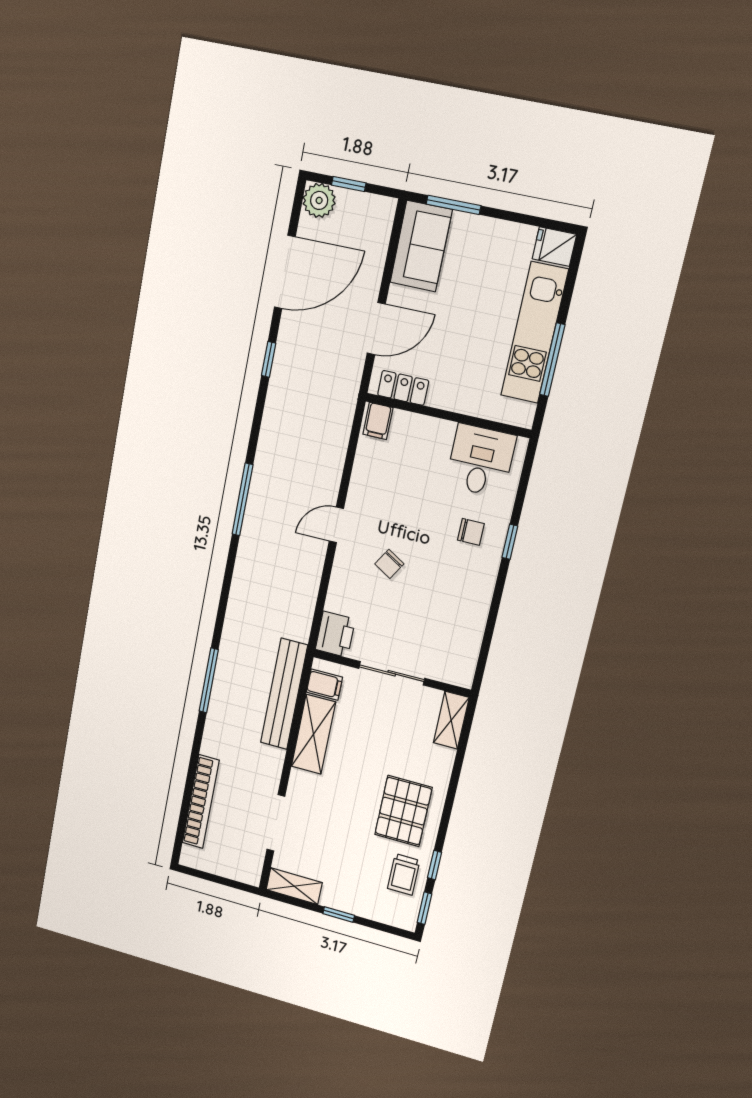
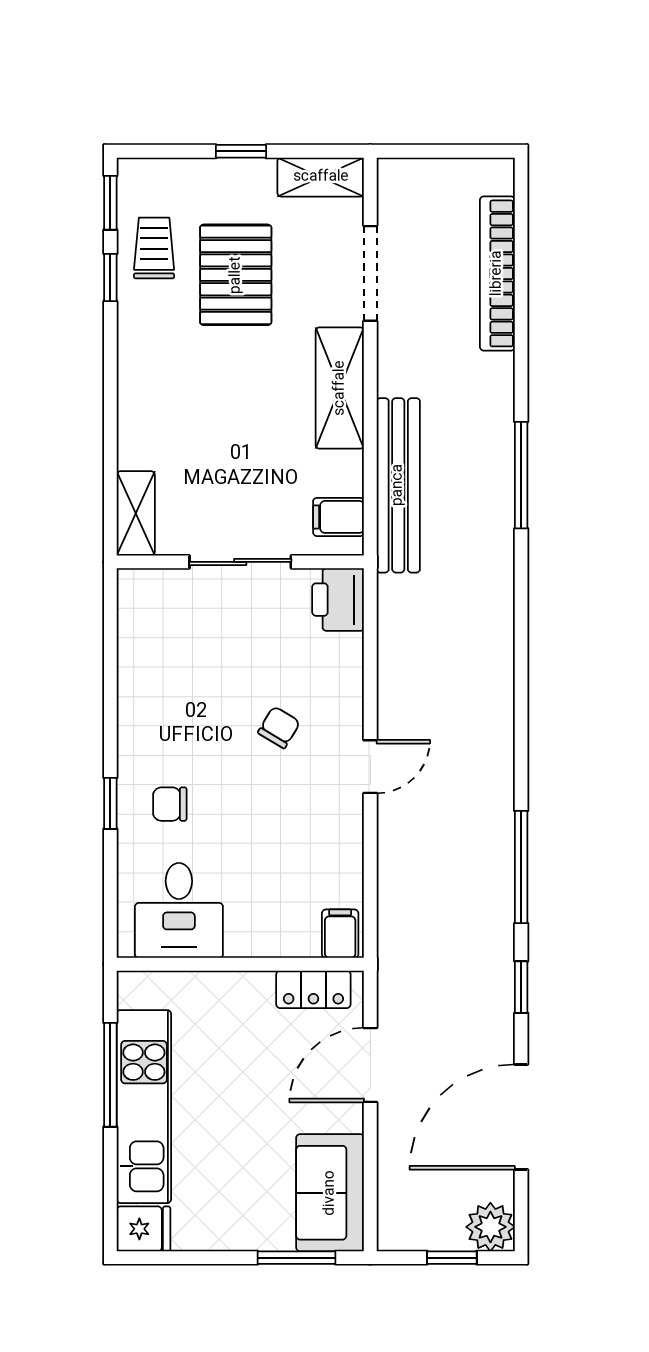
window: (242, 499) -> (521, 867), moved
shelving: (313, 734) -> (340, 388), moved
pallet: (403, 811) -> (236, 275), moved

